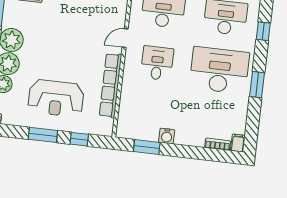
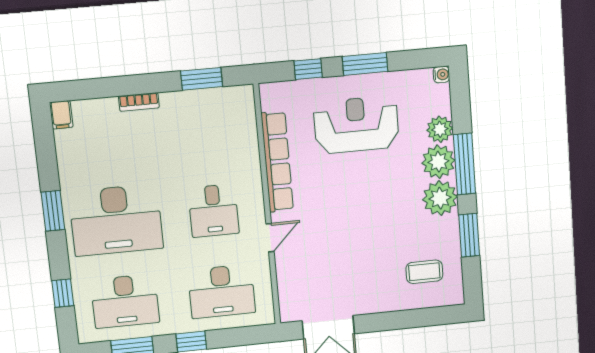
water cooler: (167, 136) -> (174, 102), removed
bookcase: (218, 144) -> (139, 102), moved

